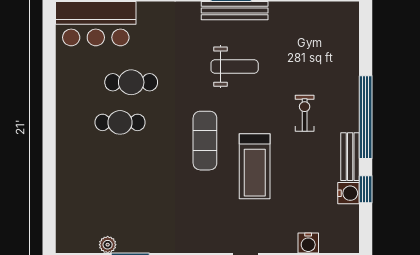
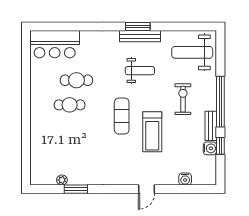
weight bench: (320, 37) -> (192, 52), added
exercise bike: (305, 113) -> (183, 99), width x1.38, depth x1.39

